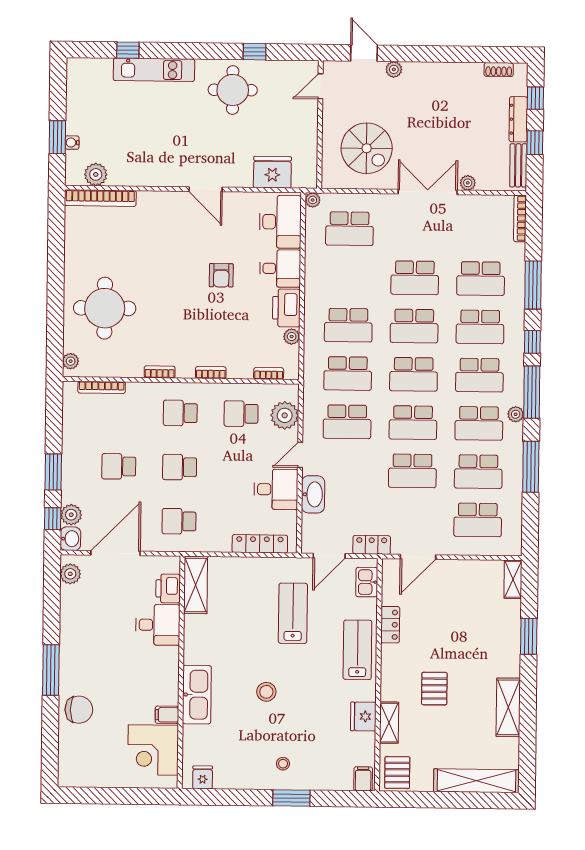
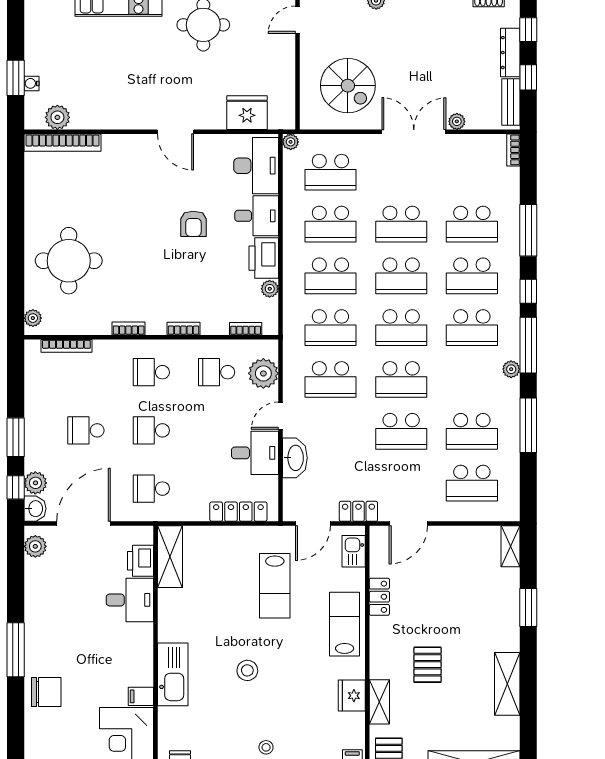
bookcase: (520, 218) -> (513, 150), width x0.64
school desk: (479, 423) -> (330, 224), moved
lab bench: (293, 613) -> (275, 586), turned 180

